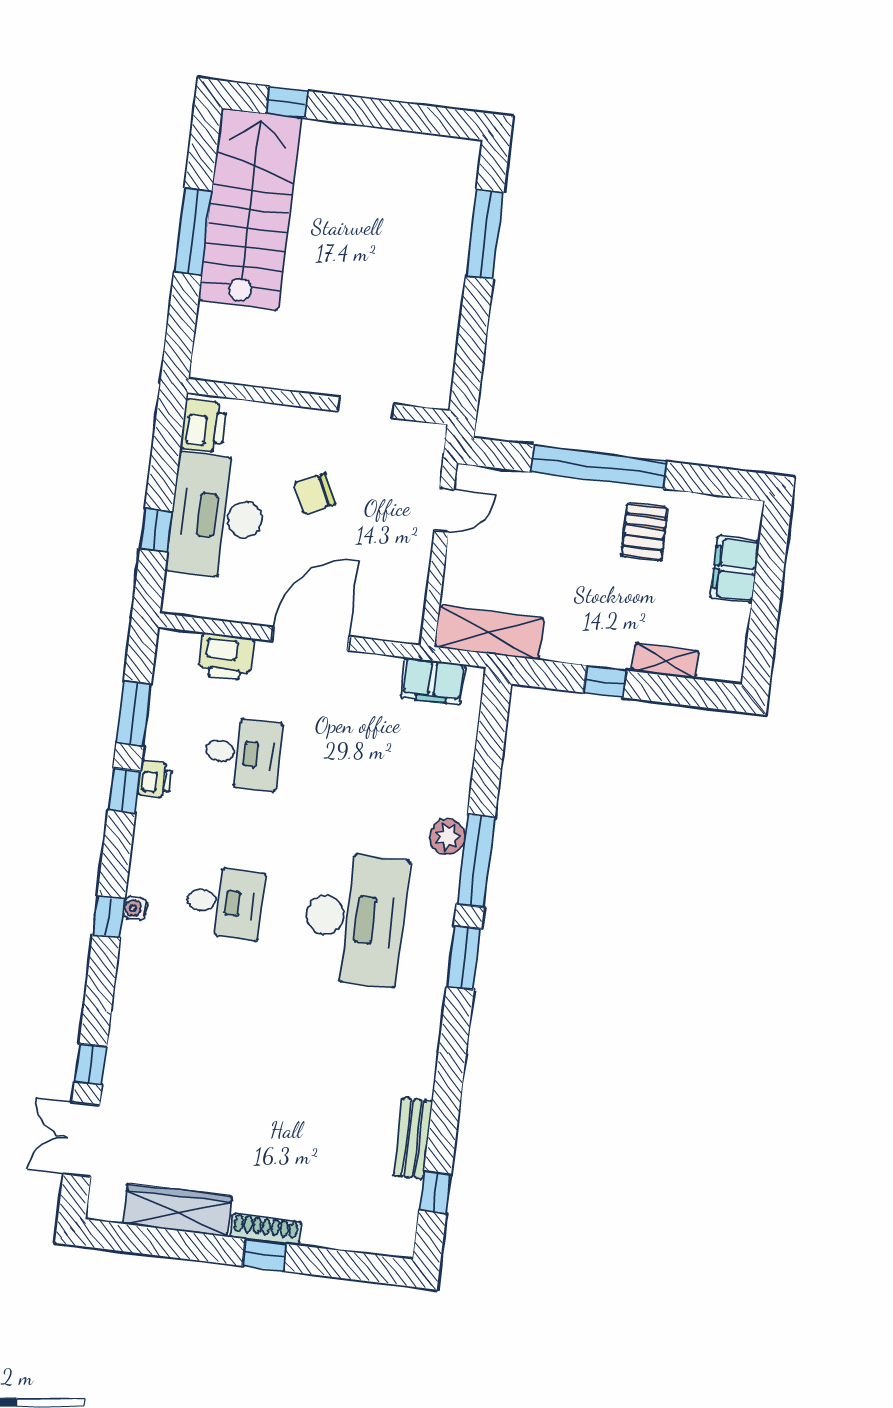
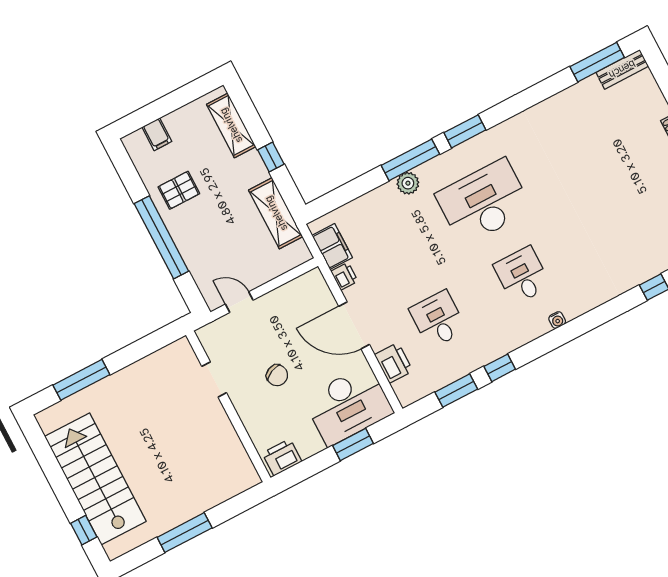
stairs: (250, 209) -> (95, 479), moved, turned 90
desk: (217, 516) -> (348, 405), moved
window: (156, 530) -> (353, 445), width x1.50
filing cabinet: (735, 569) -> (157, 134), width x0.50
shelving: (489, 633) -> (276, 213), moved
shelving: (665, 661) -> (231, 125), width x1.50, depth x1.33
printer: (155, 779) -> (344, 276), moved, turned 90
window: (109, 917) -> (571, 331), removed
bench: (413, 1138) -> (622, 69), moved
window: (435, 1192) -> (597, 62), width x2.17

